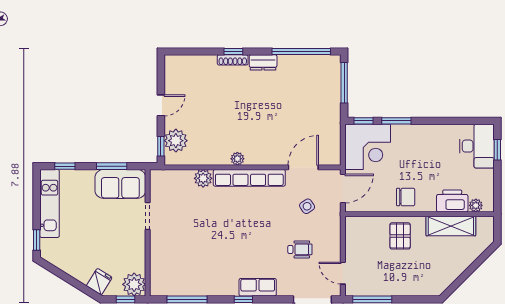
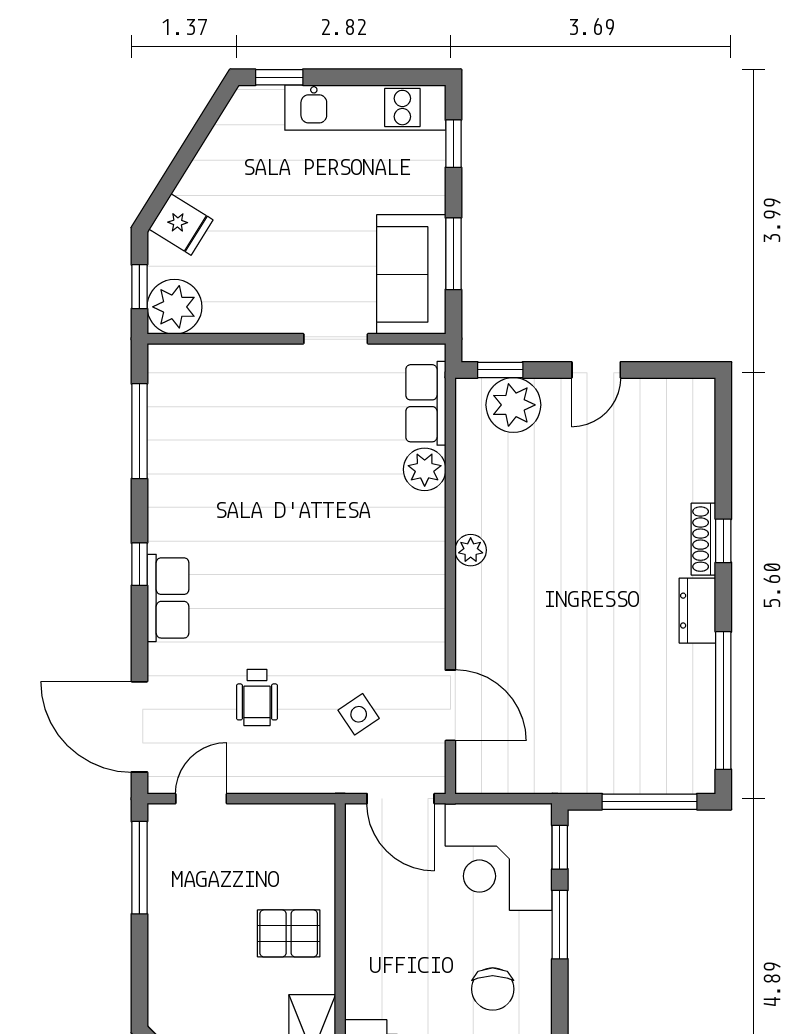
door: (161, 105) -> (596, 370), hinge flipped
row of seats: (249, 178) -> (426, 403), moved, width x0.50
chair: (406, 197) -> (493, 989), moved

